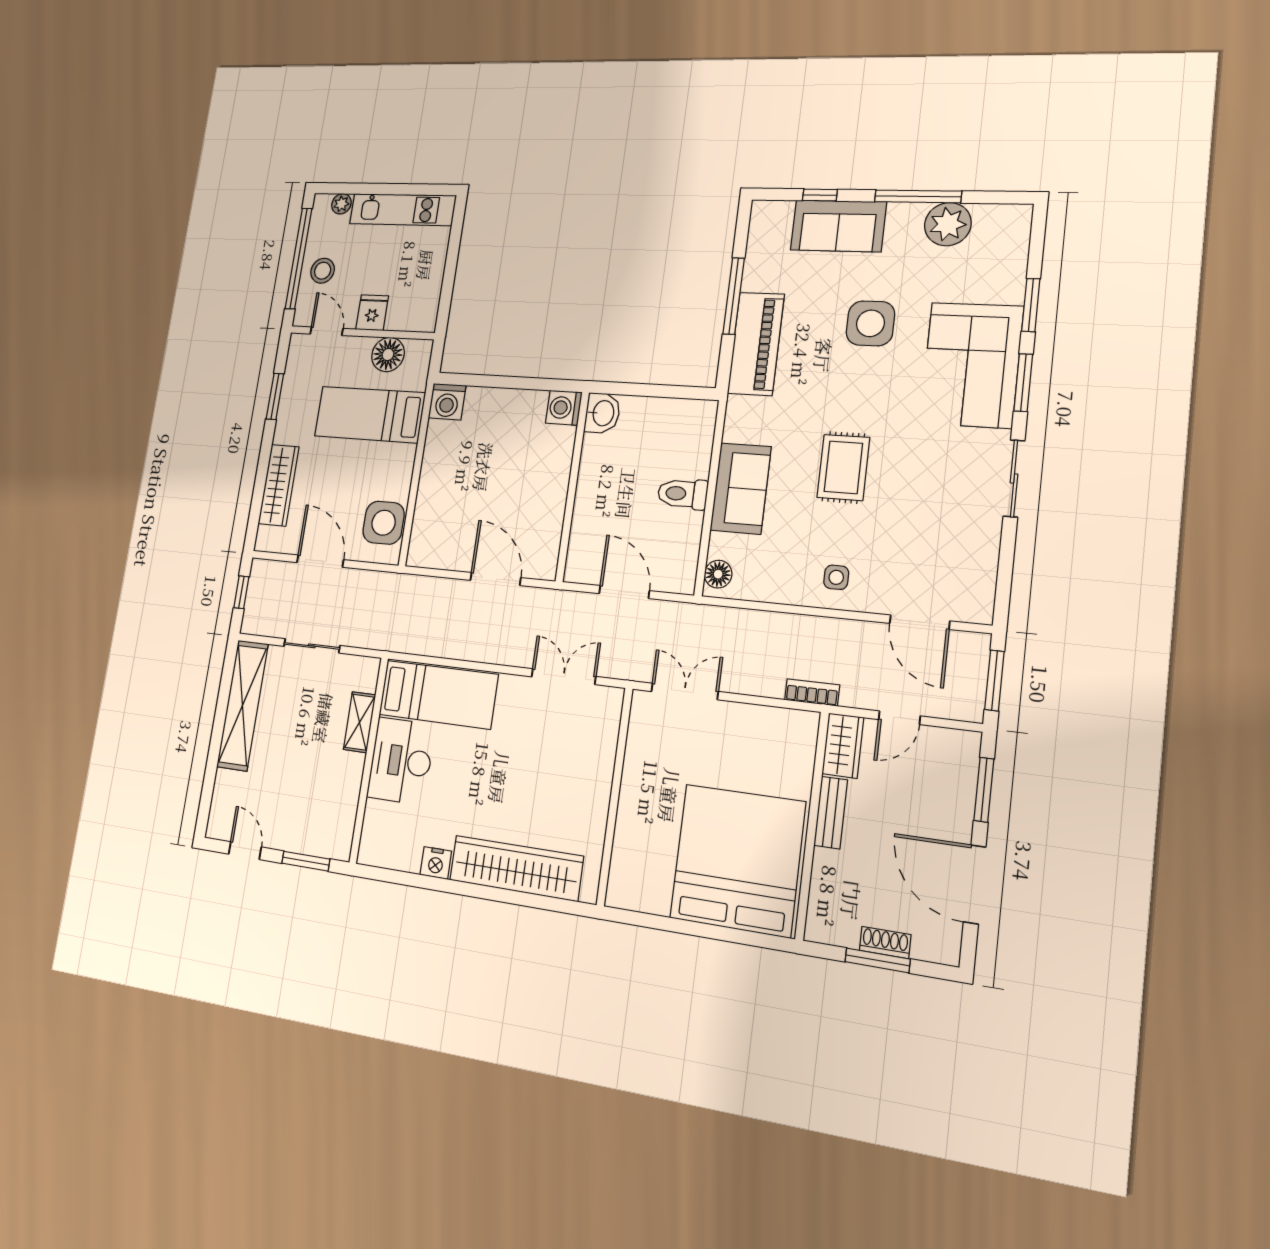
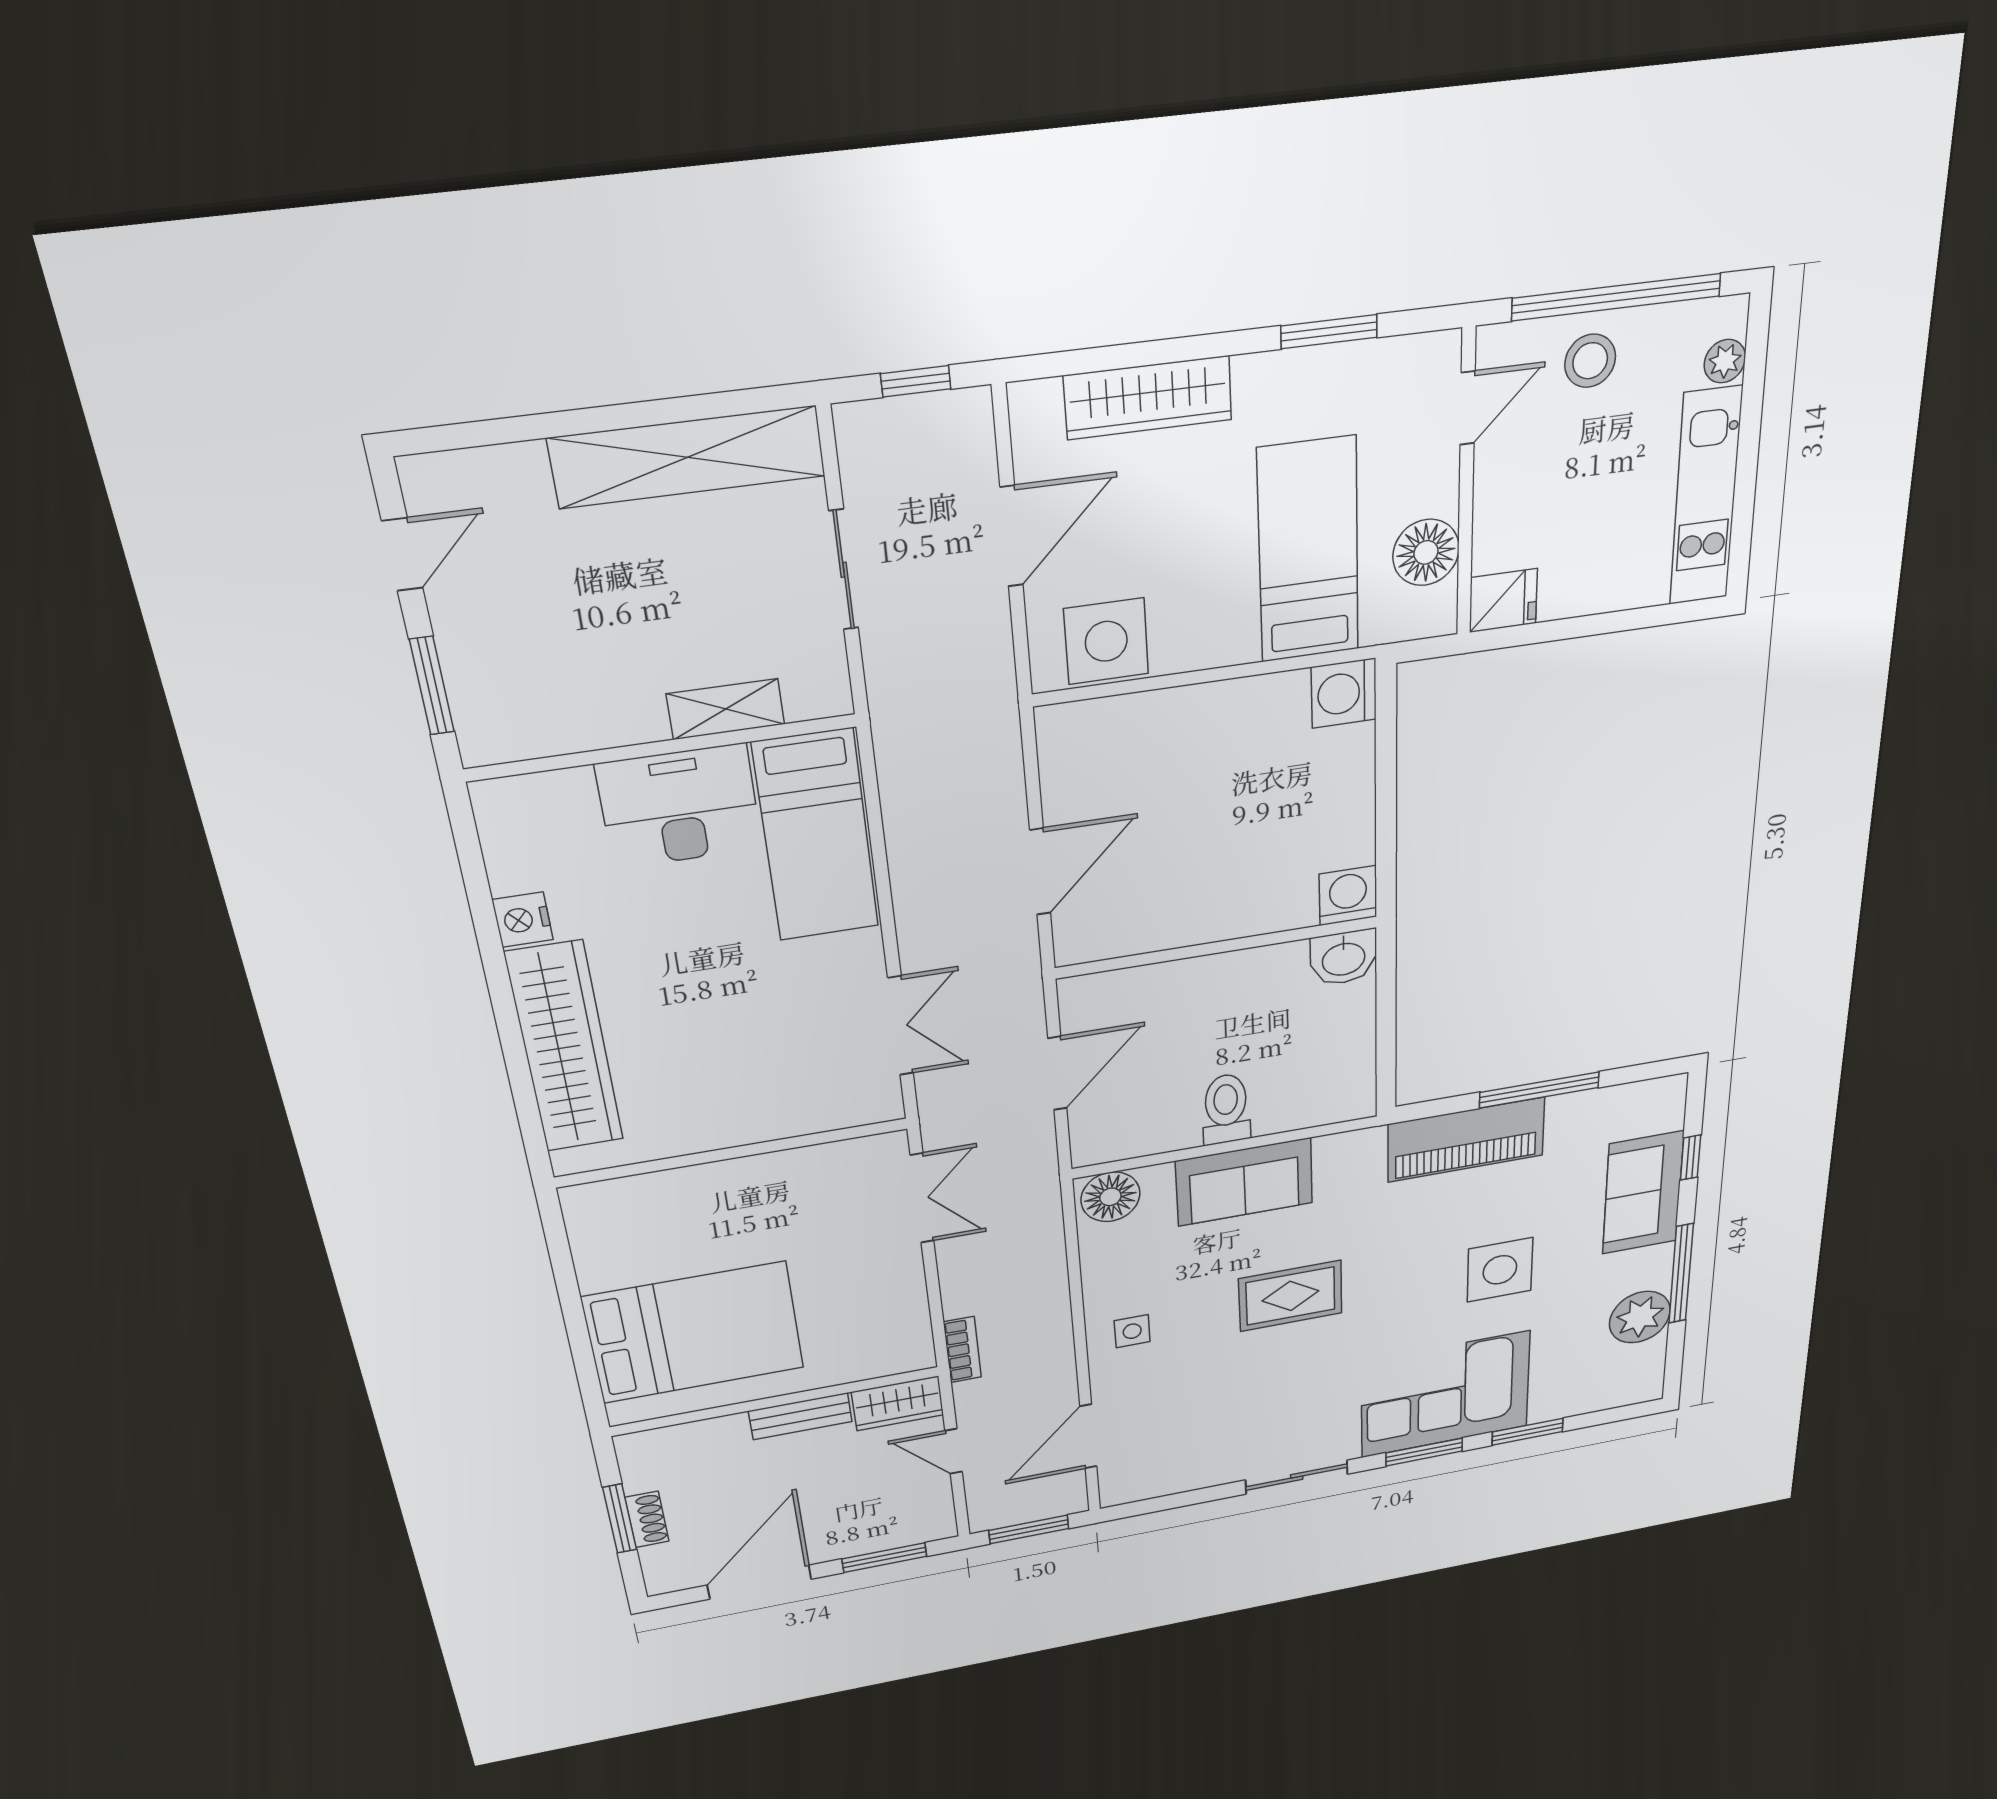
fridge: (372, 313) -> (1503, 600), moved
floor lamp: (718, 574) -> (1110, 1197), width x1.38, depth x1.38
bed: (738, 860) -> (694, 1333), width x0.73

